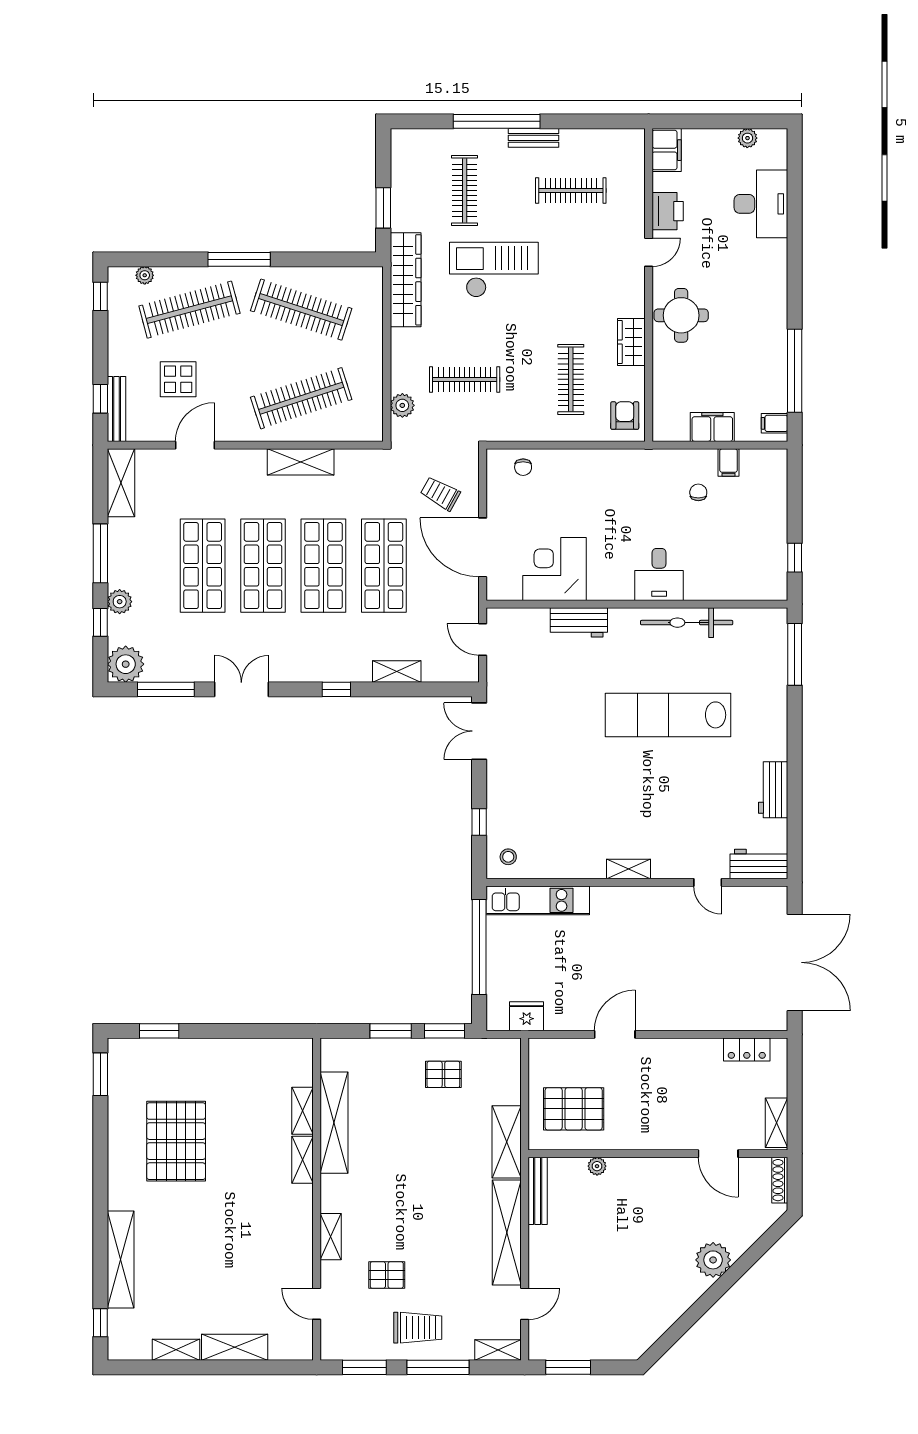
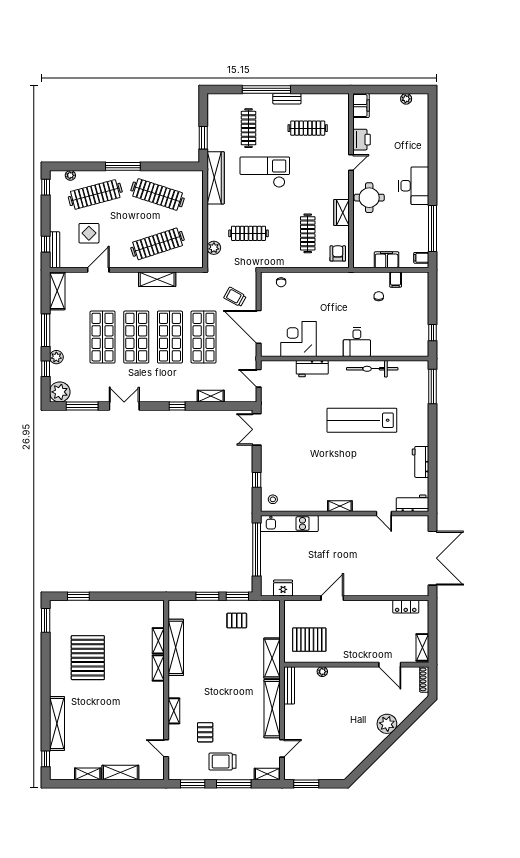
desk: (761, 204) -> (414, 186), moved
pallet: (387, 1275) -> (205, 732), turned 90
trolley: (418, 1328) -> (222, 762), turned 180

